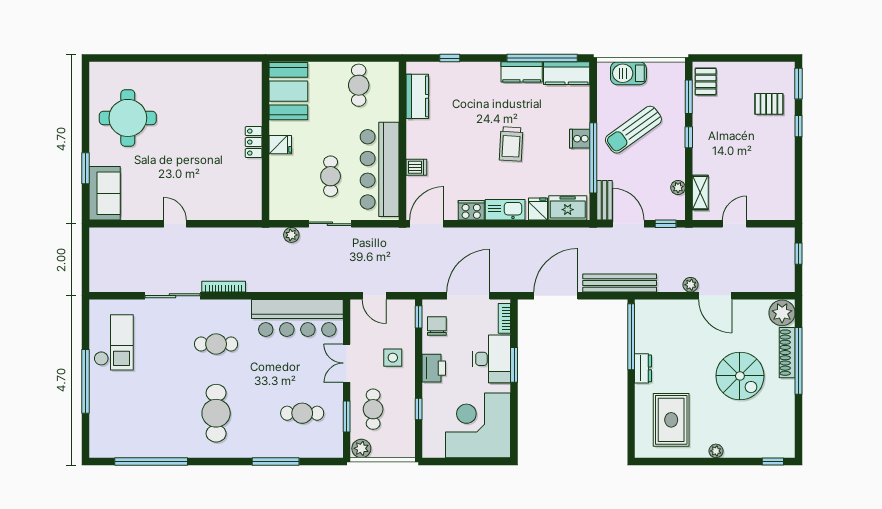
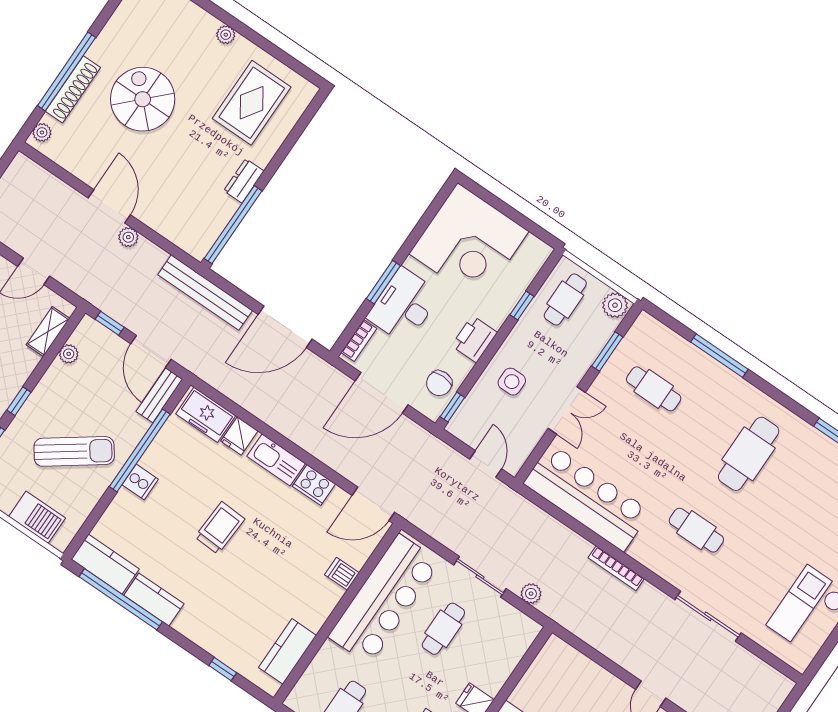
bookcase: (224, 287) -> (616, 568), moved
plant: (782, 313) -> (42, 132), width x0.53, depth x0.53
cafe table: (373, 409) -> (565, 300), moved

